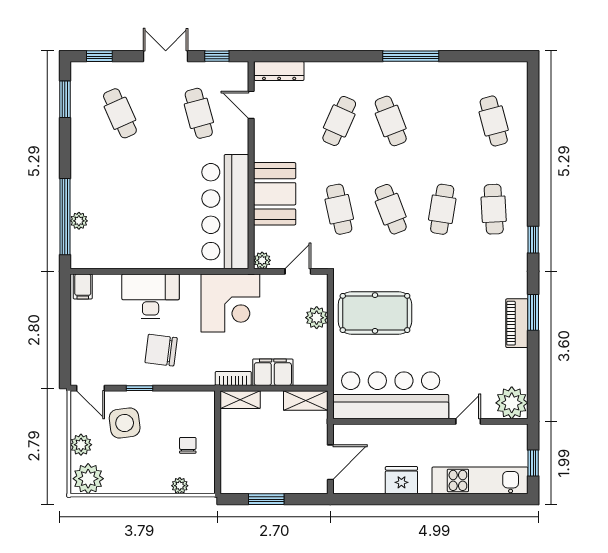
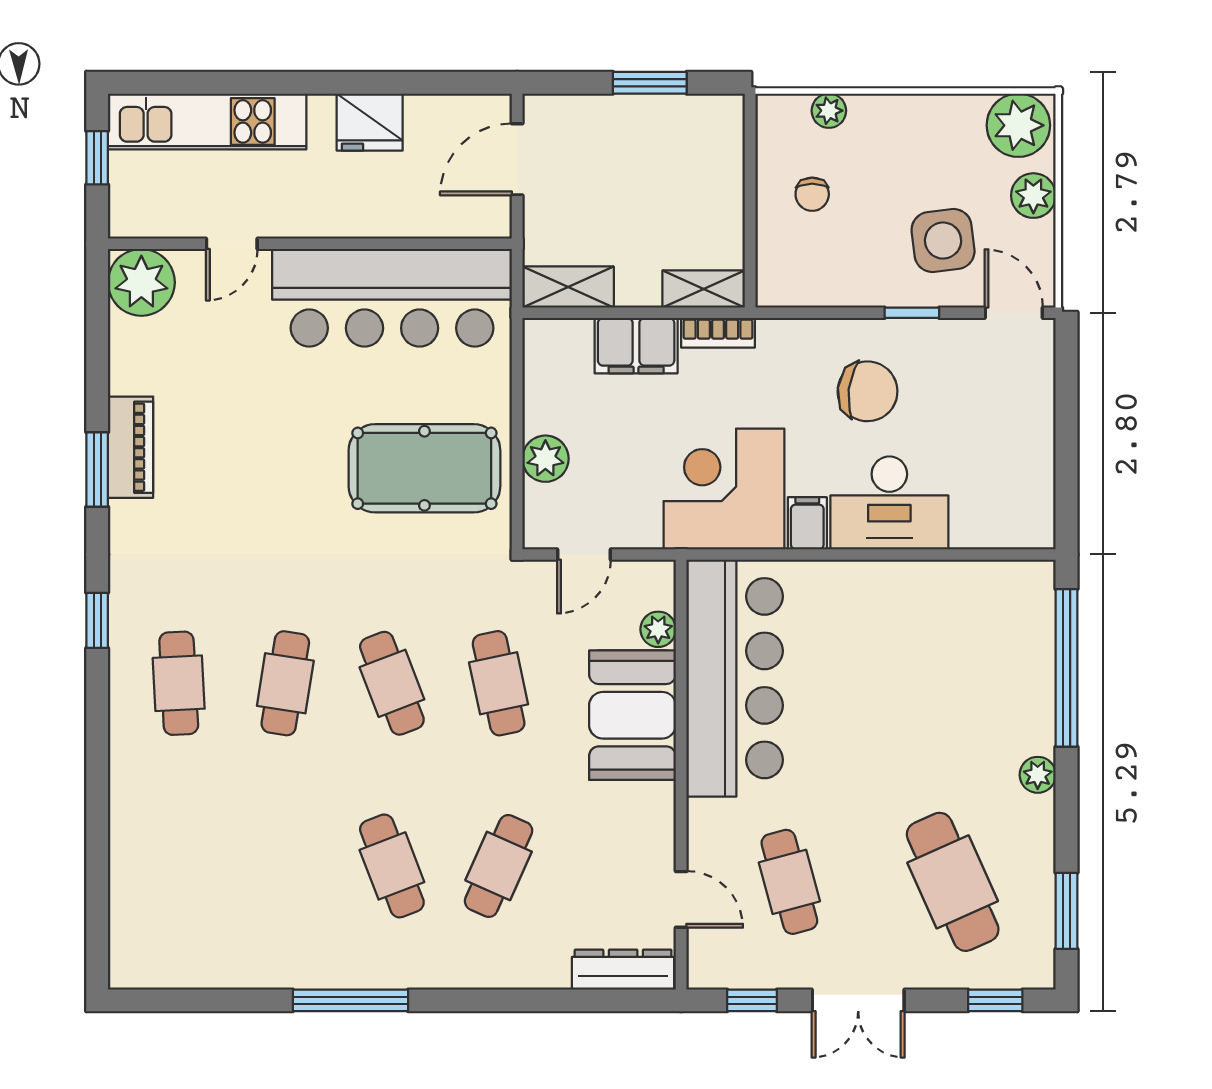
cafe table: (120, 113) -> (953, 882), width x1.37, depth x1.35
cafe table: (494, 121) -> (179, 866), removed
plant: (79, 221) -> (1038, 775), moved
plant: (262, 260) -> (658, 629), moved
filing cabinet: (83, 286) -> (807, 523), moved

